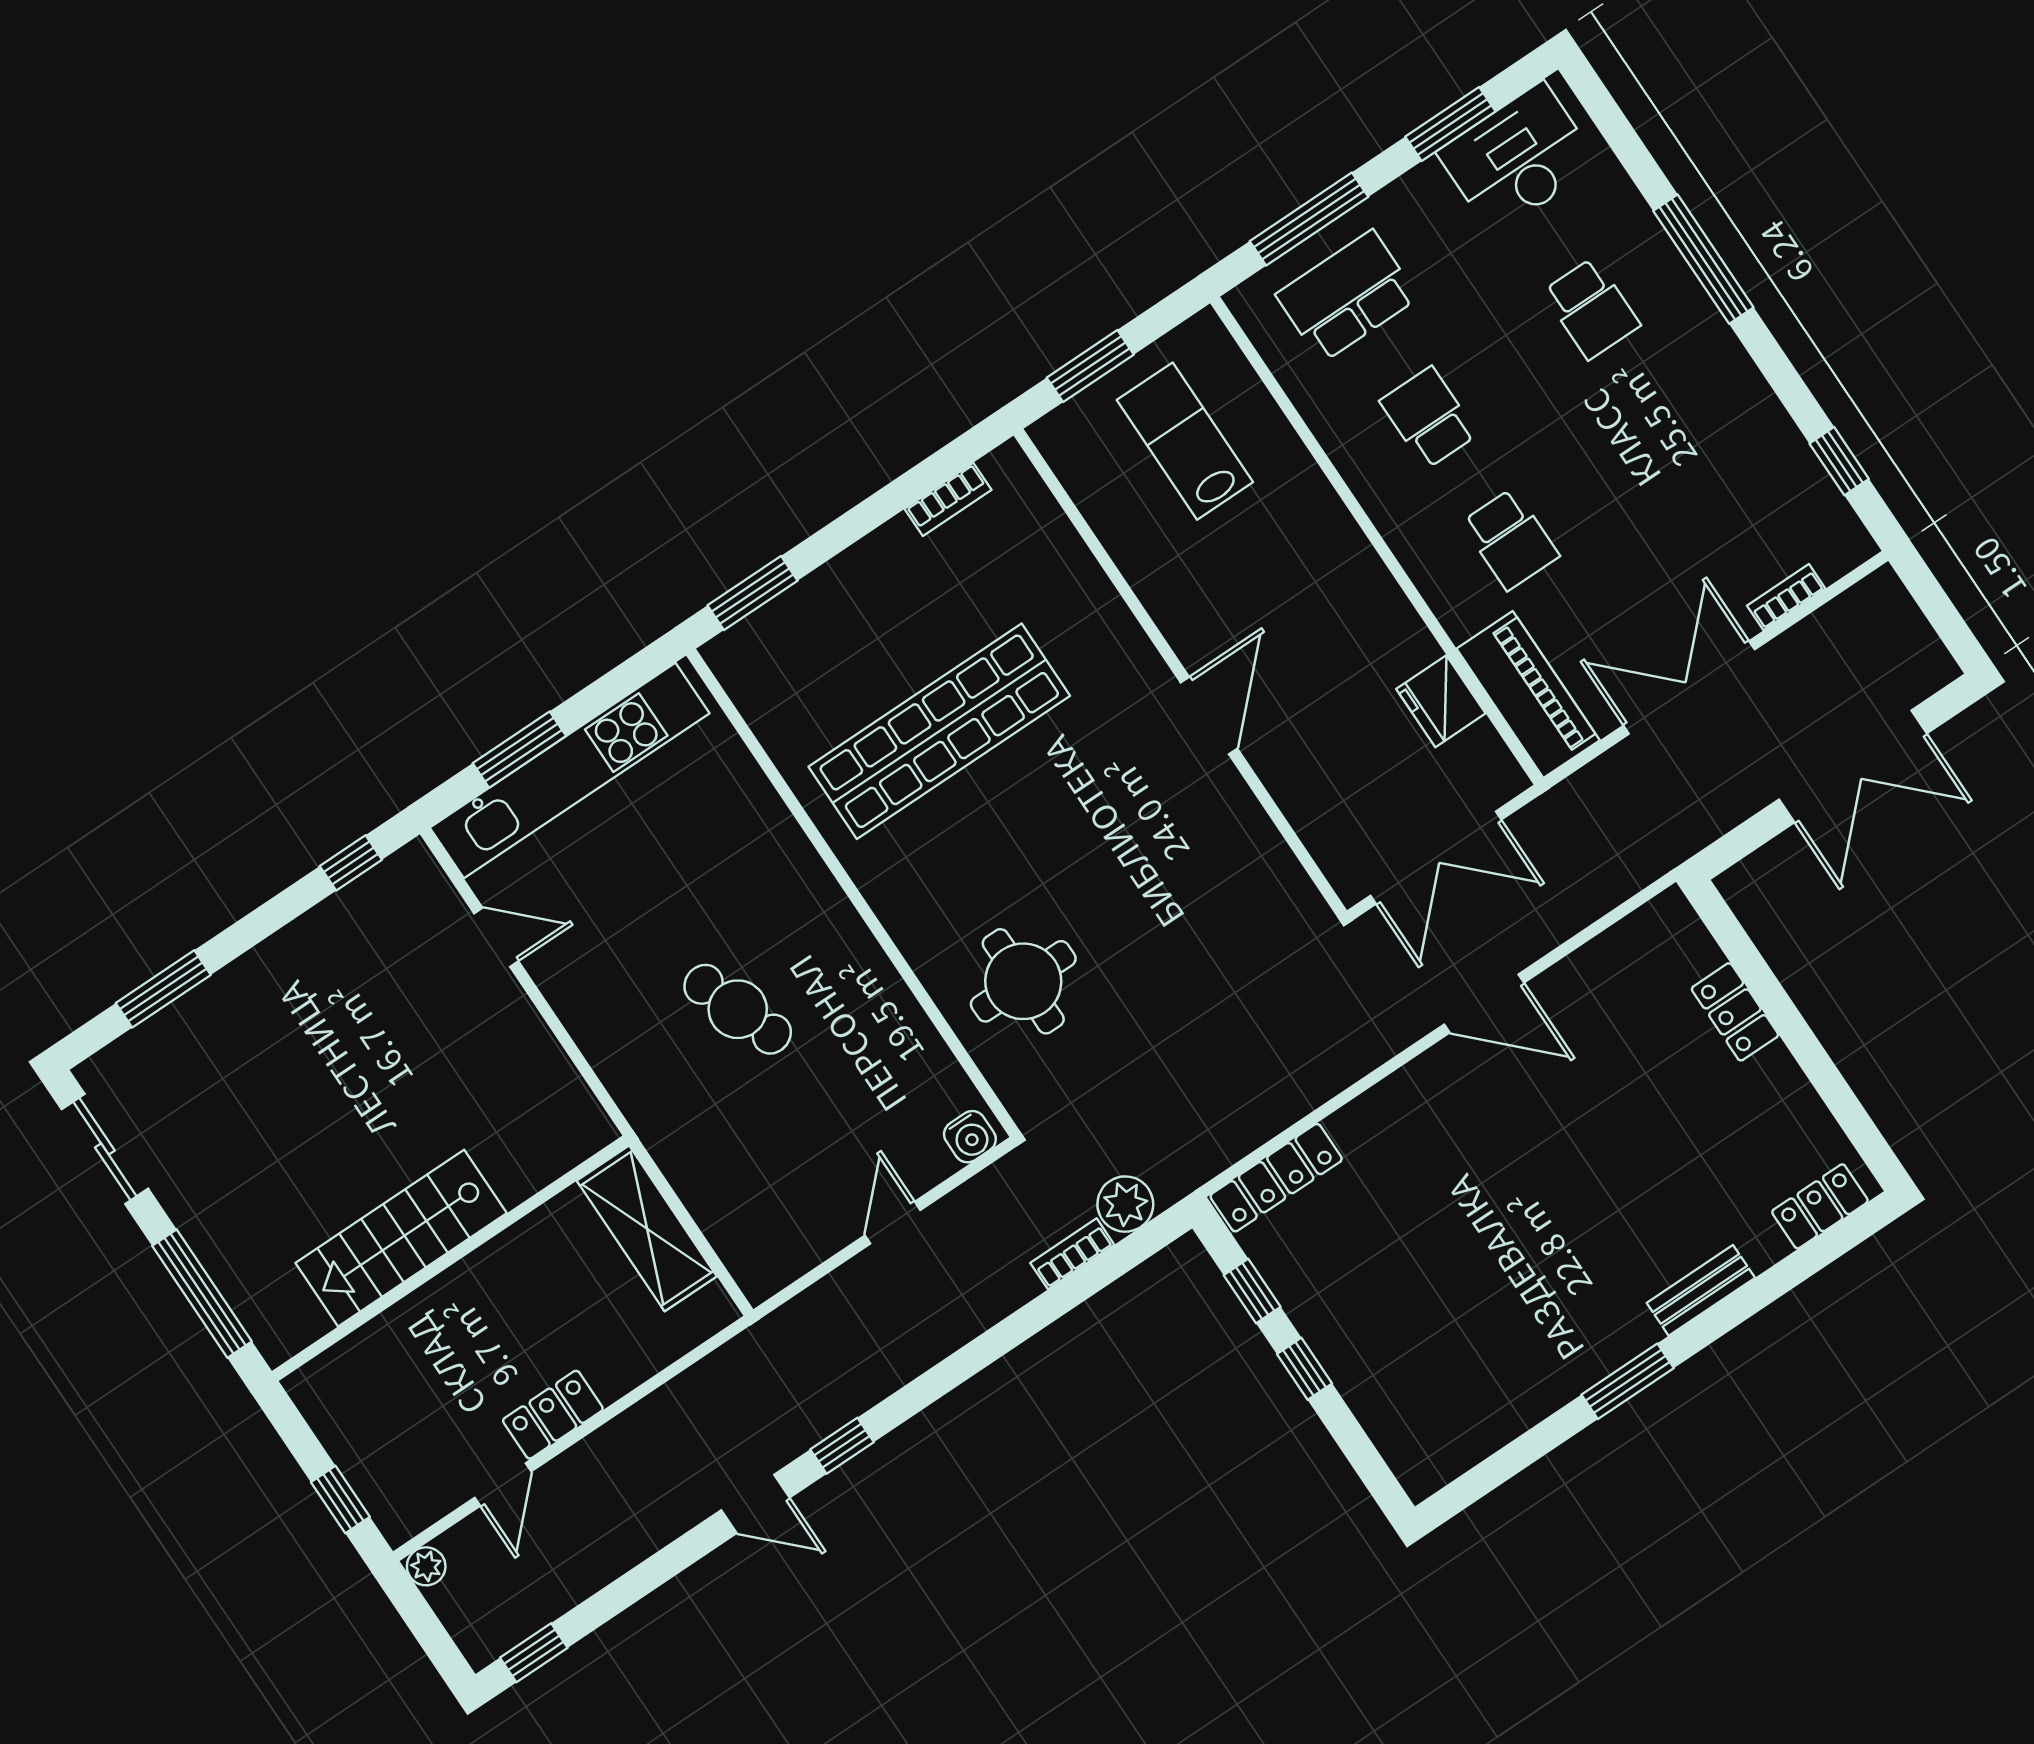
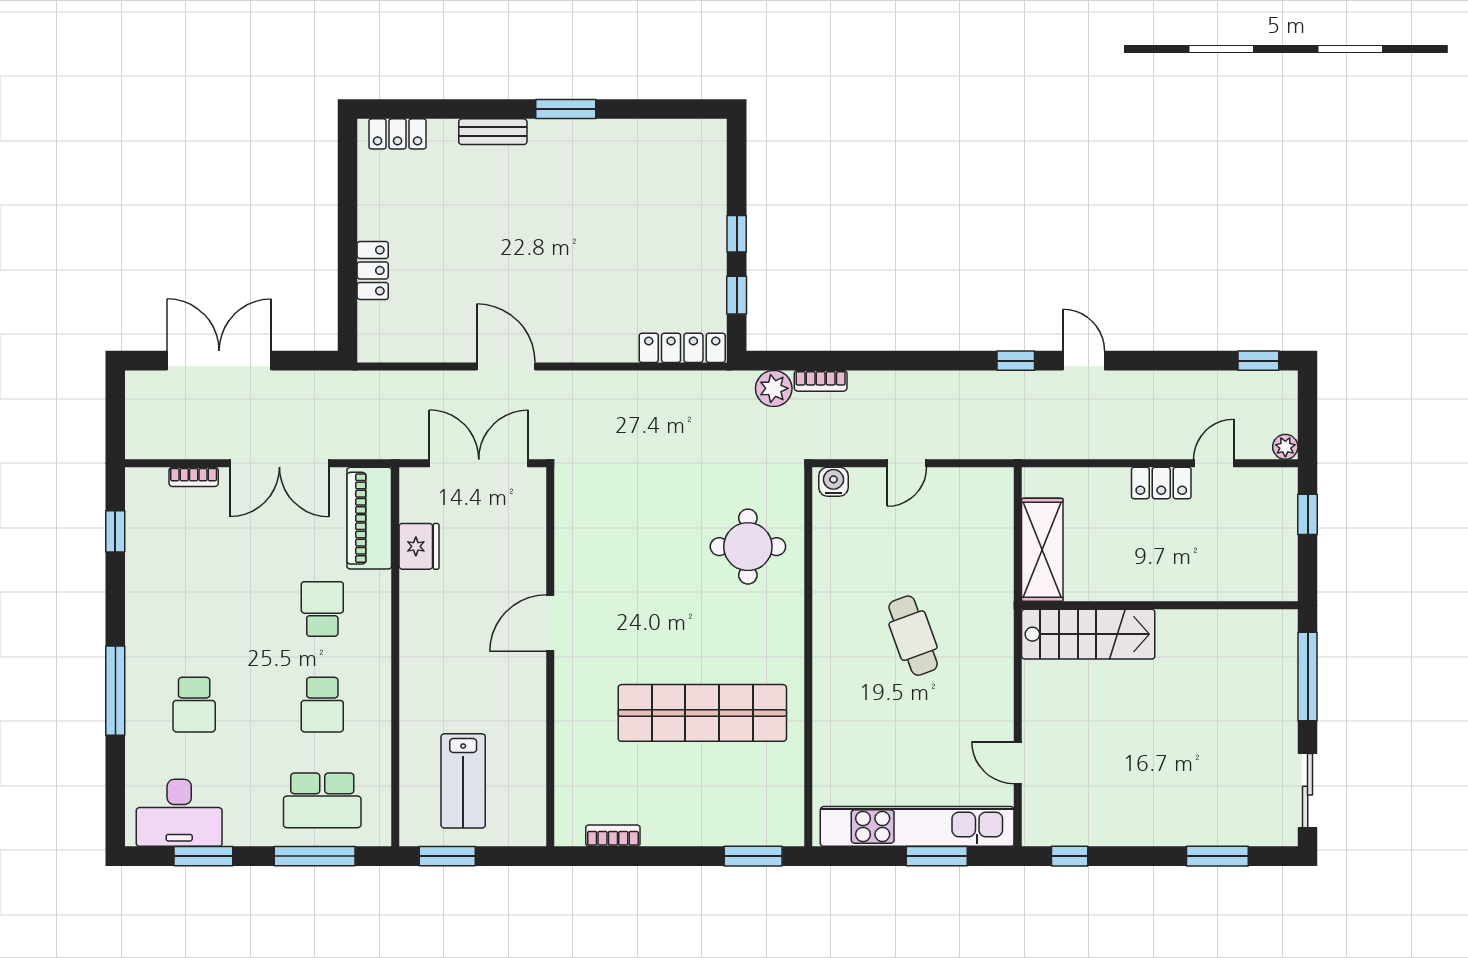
school desk: (1591, 308) -> (194, 705), turned 180
window: (1090, 366) -> (447, 856), moved
stairs: (401, 1238) -> (1088, 634), moved

